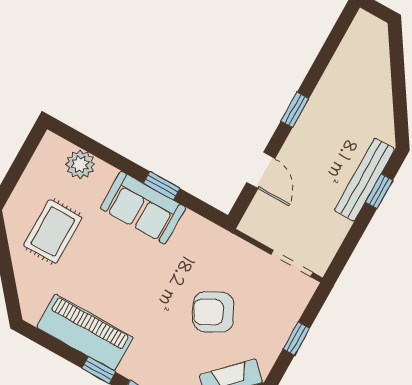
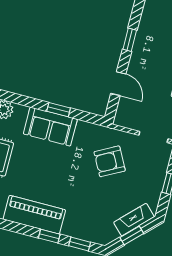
armchair: (213, 312) -> (110, 161), moved

